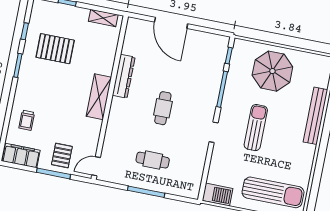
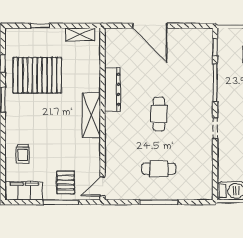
pallet: (55, 49) -> (37, 75), width x1.37, depth x1.41

